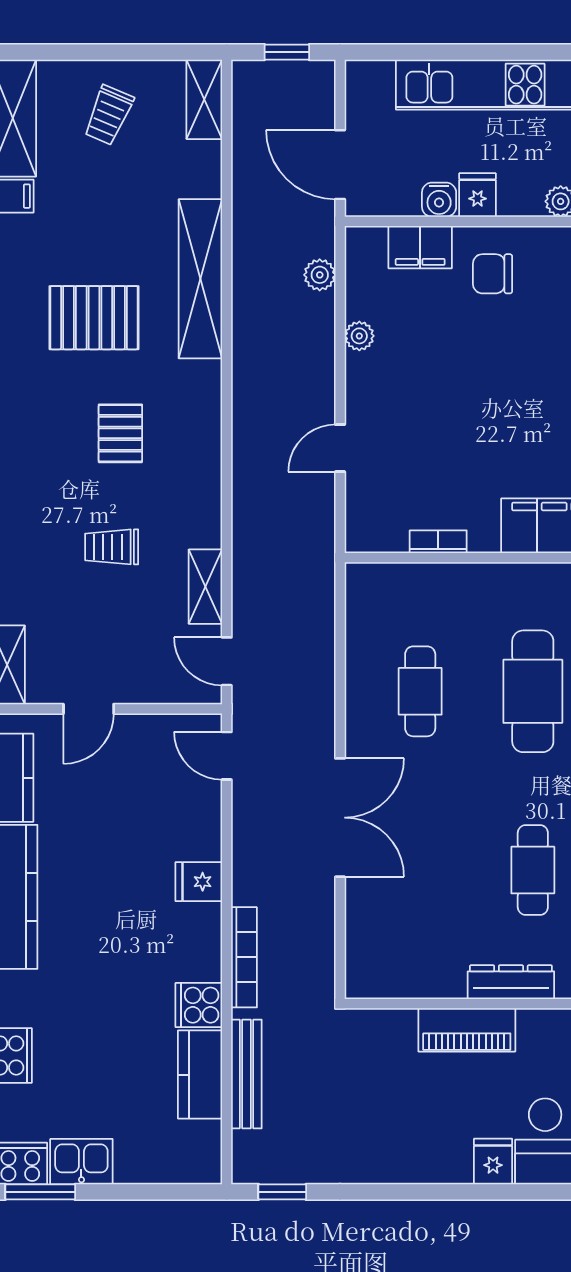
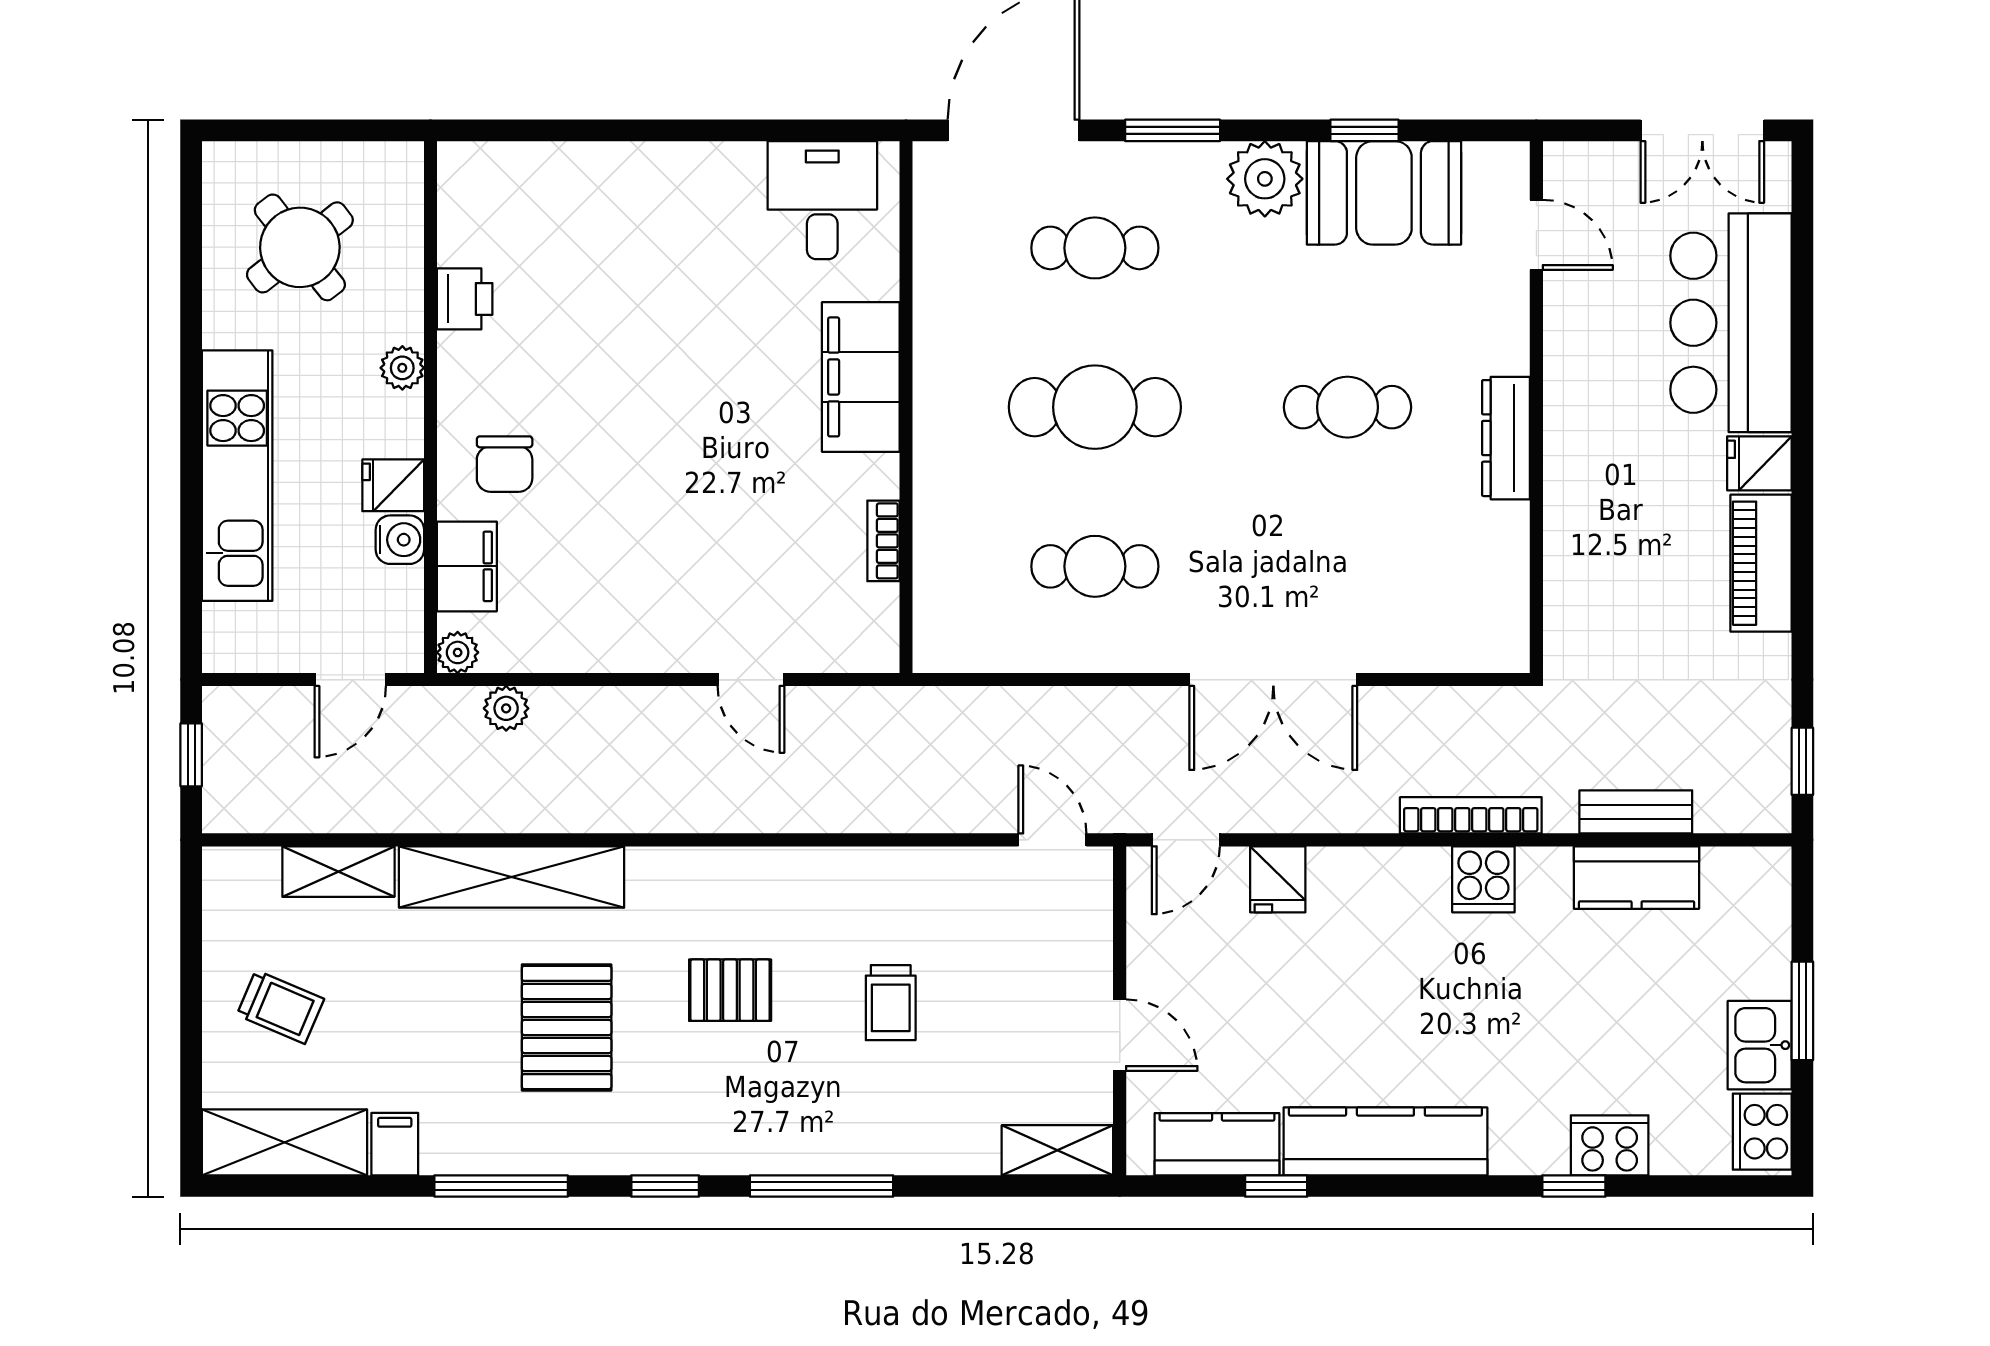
shelving: (204, 99) -> (338, 872), moved
door: (340, 165) -> (350, 680), width x0.73
plant: (359, 336) -> (458, 652), moved
shelving: (205, 587) -> (947, 870), removed
door: (227, 661) -> (1052, 840), swing flipped
double door: (340, 818) -> (1273, 680), swing flipped
fridge: (199, 882) -> (1278, 879), moved
cooker: (199, 1005) -> (1483, 879), moved
piano: (467, 1030) -> (1761, 563), moved, turned 180
bench: (246, 1074) -> (1636, 812), width x0.73
window: (40, 1192) -> (1802, 1011), moved

